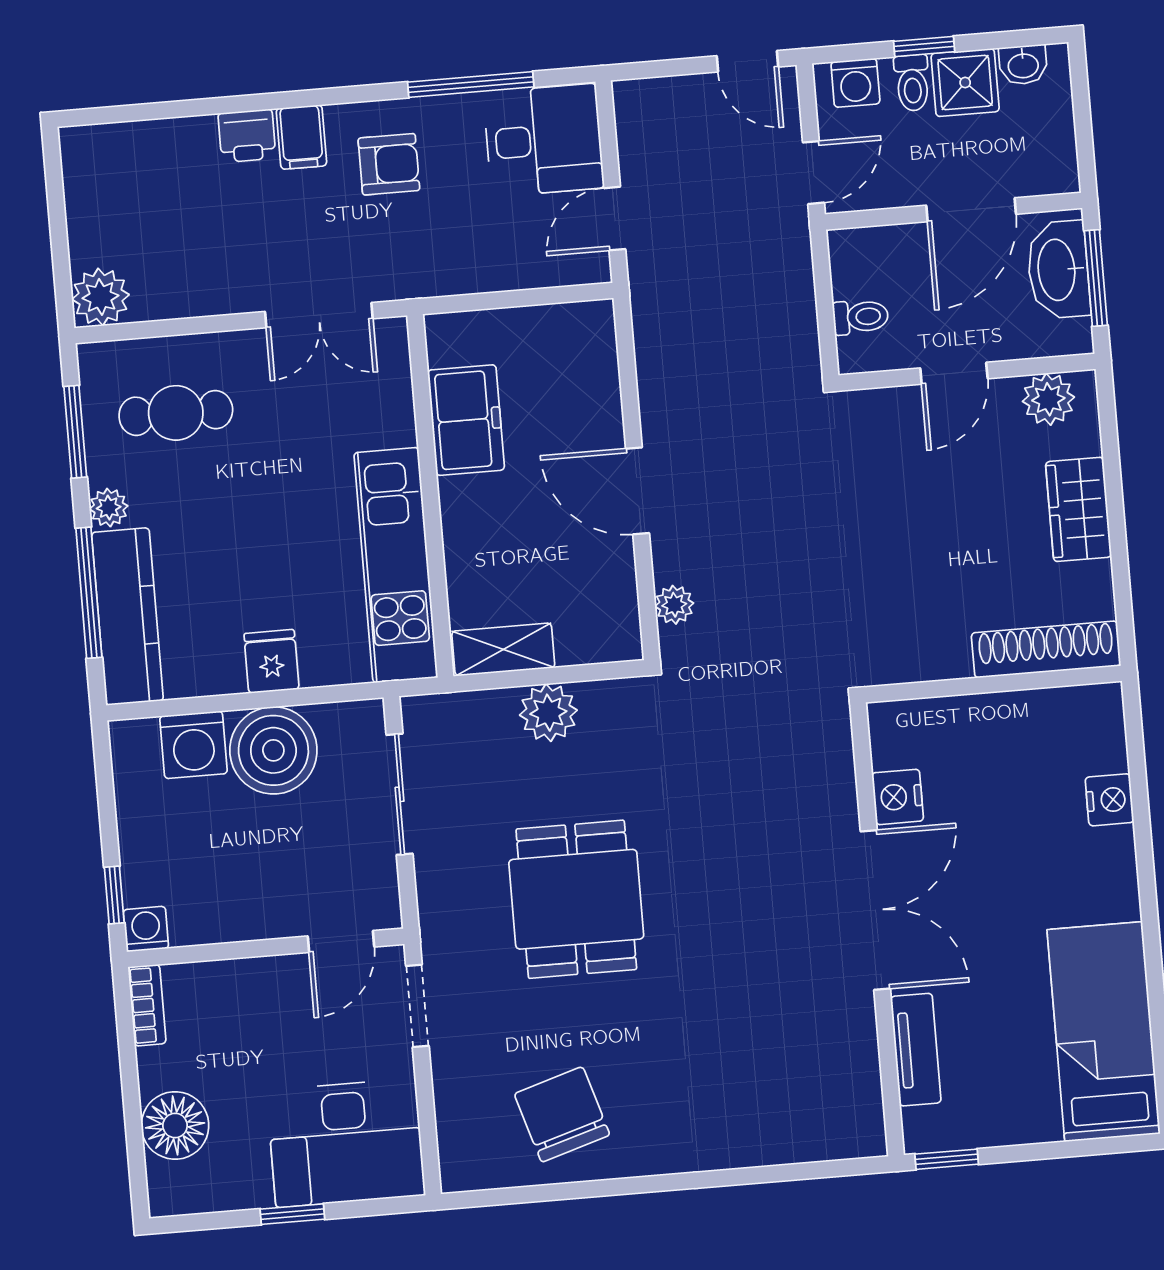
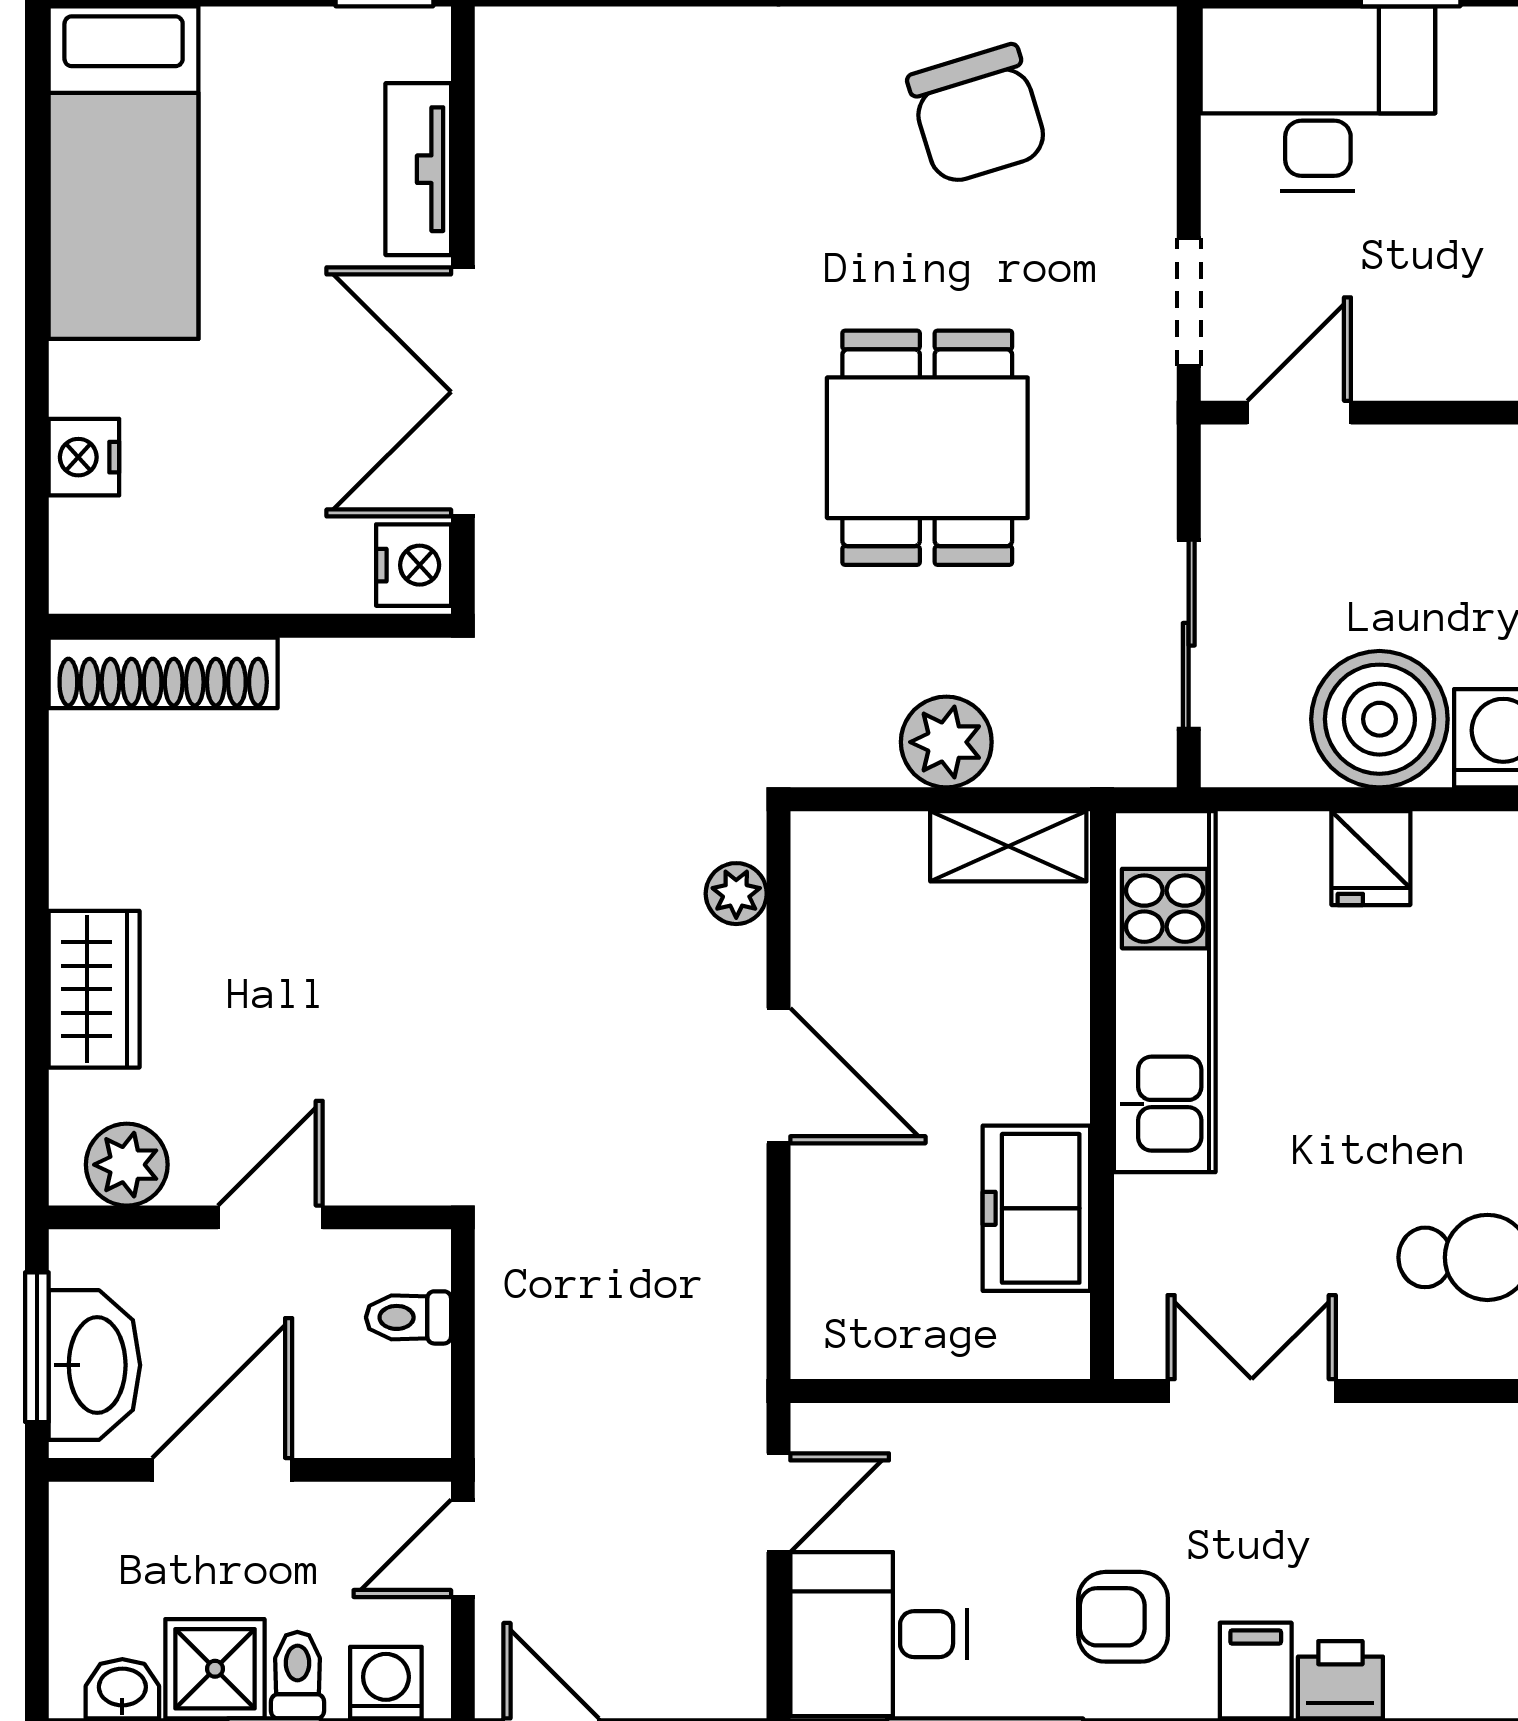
shoe rack: (1046, 649) -> (163, 673), moved
wall: (993, 684) -> (250, 626), moved
nightstand: (1110, 800) -> (84, 457), moved

